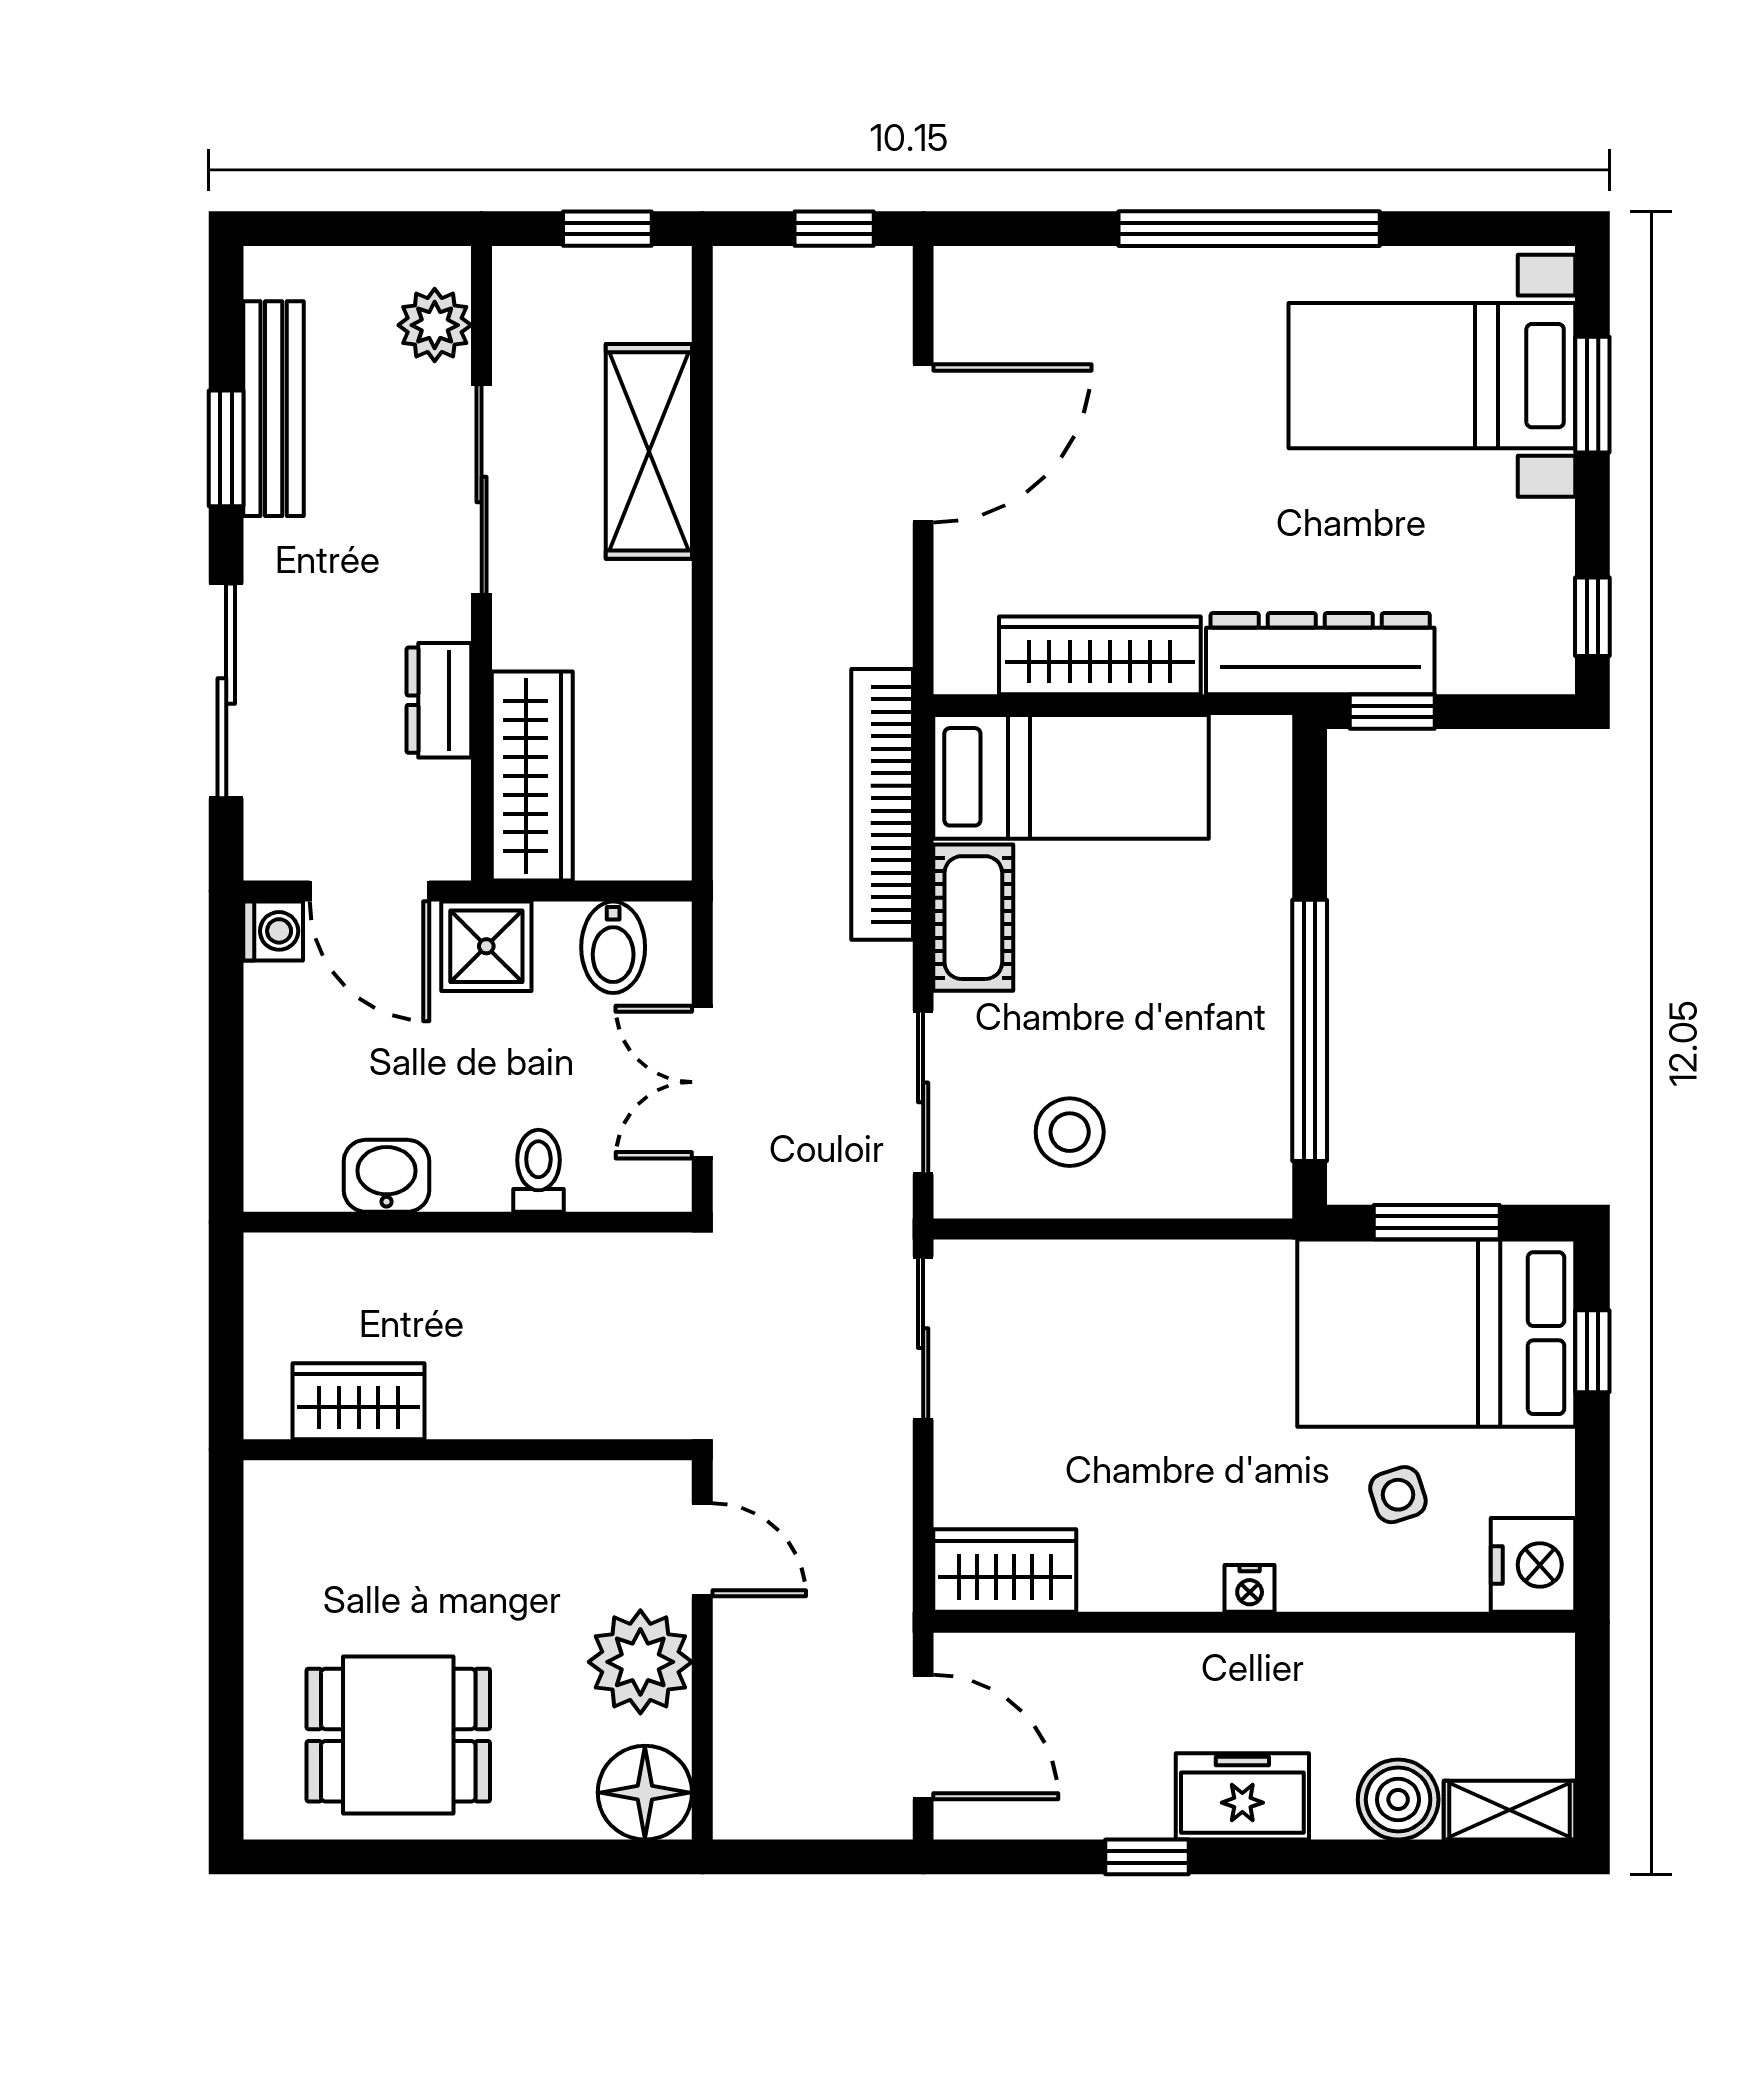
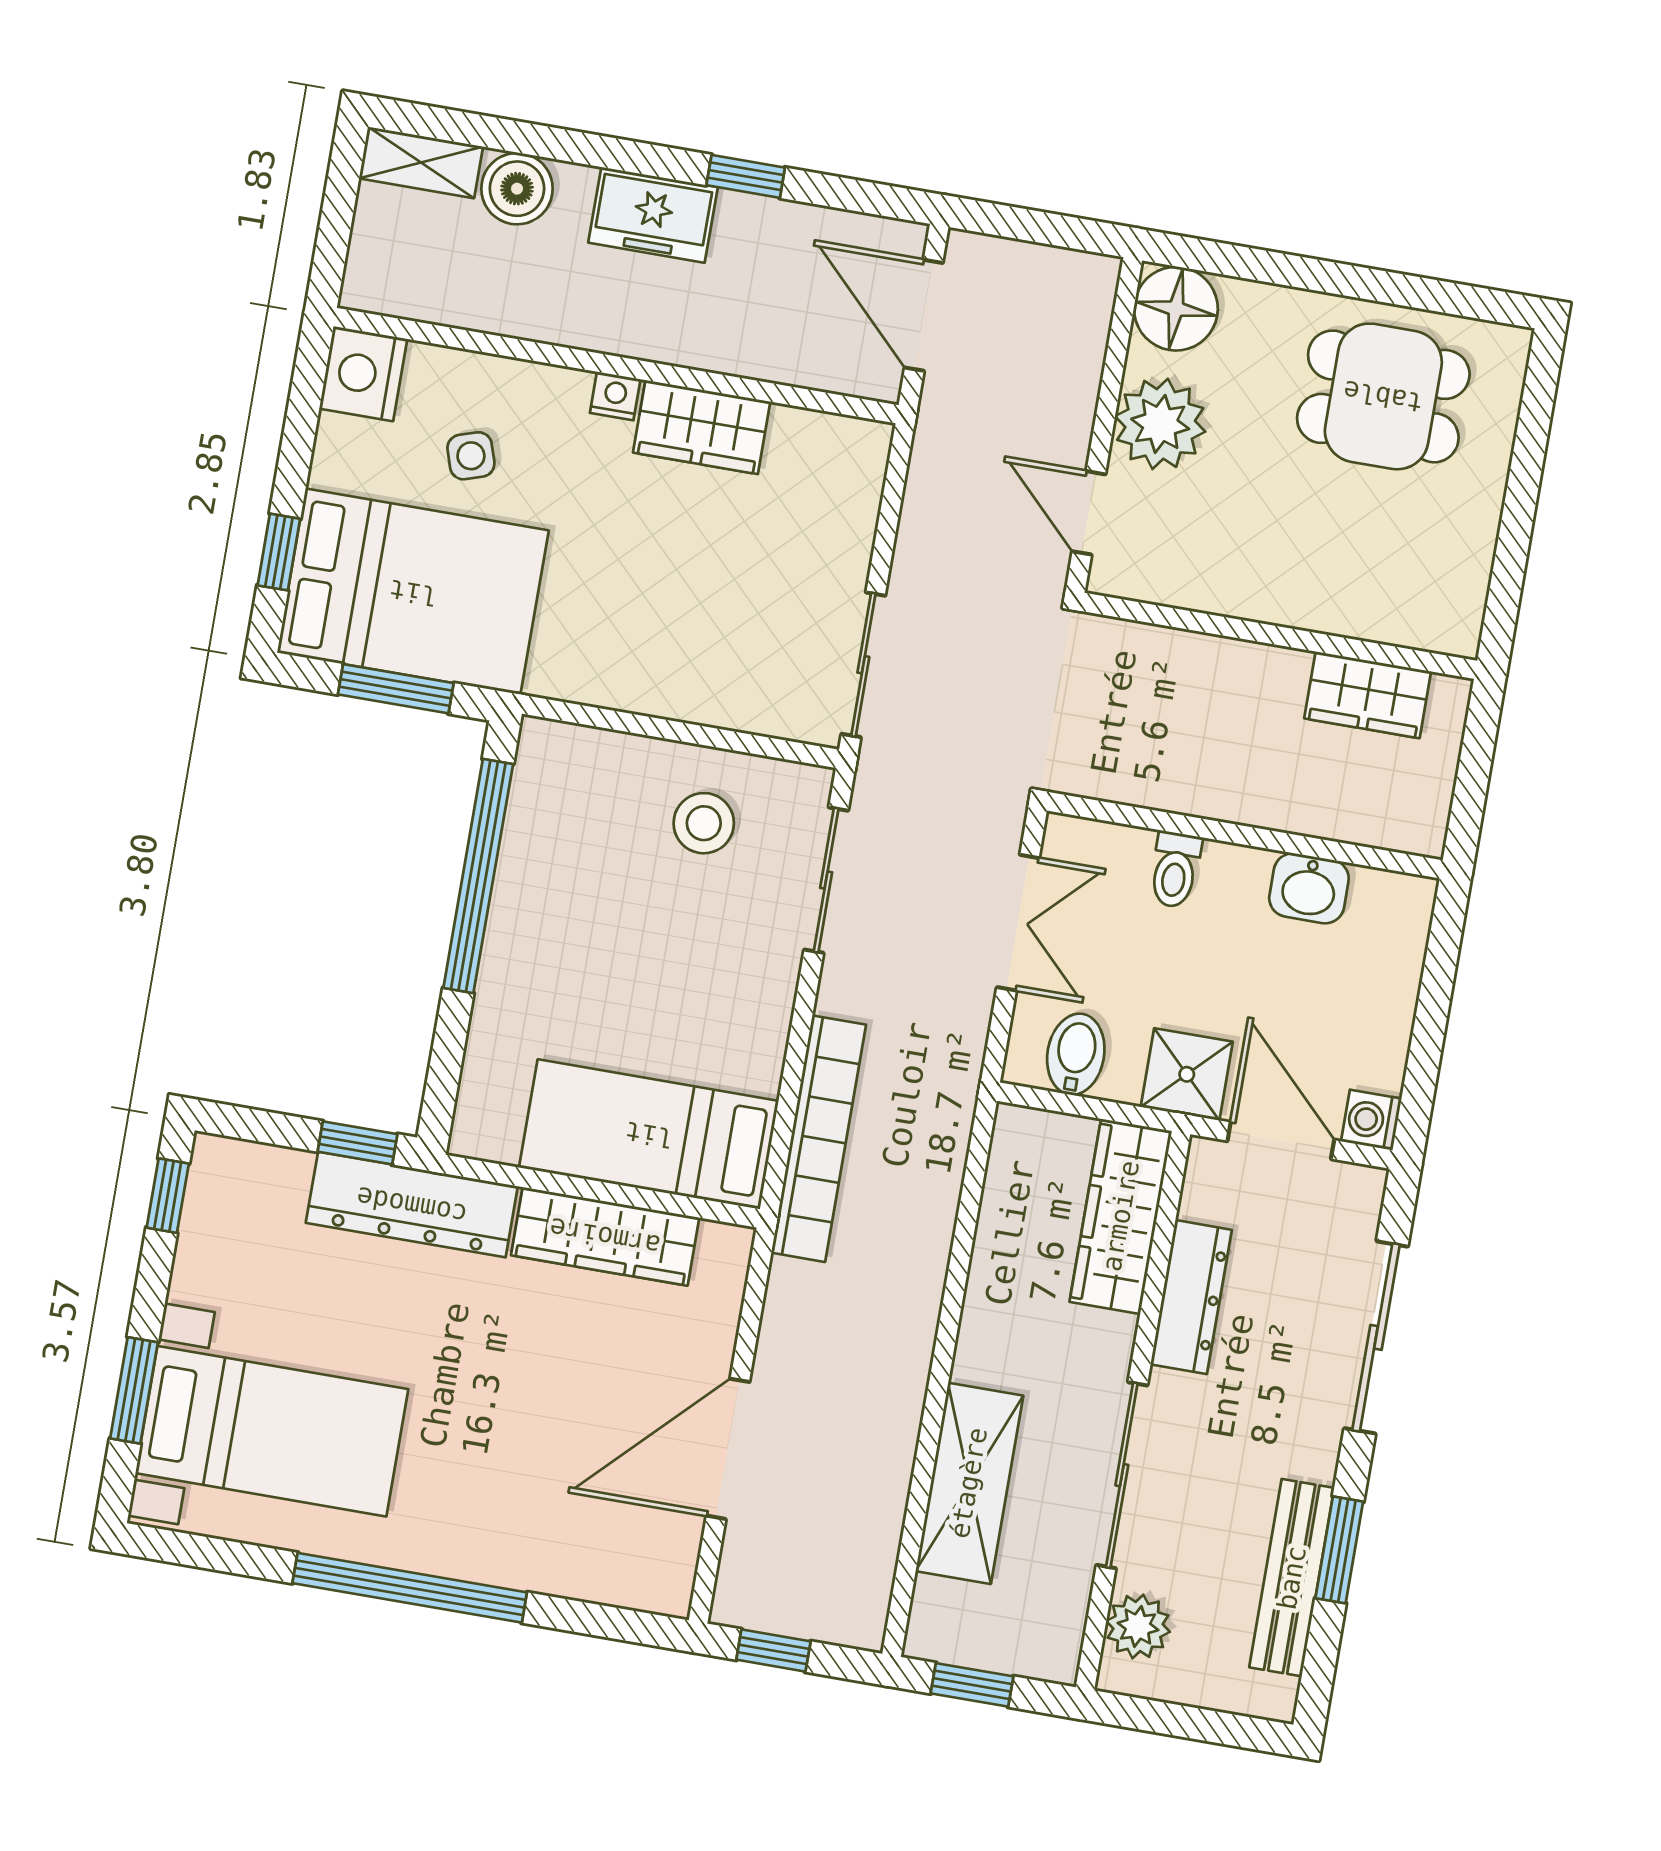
dresser: (439, 700) -> (1191, 1297), width x1.44
cot: (973, 918) -> (756, 1026), removed
wardrobe: (1005, 1571) -> (702, 427), moved

